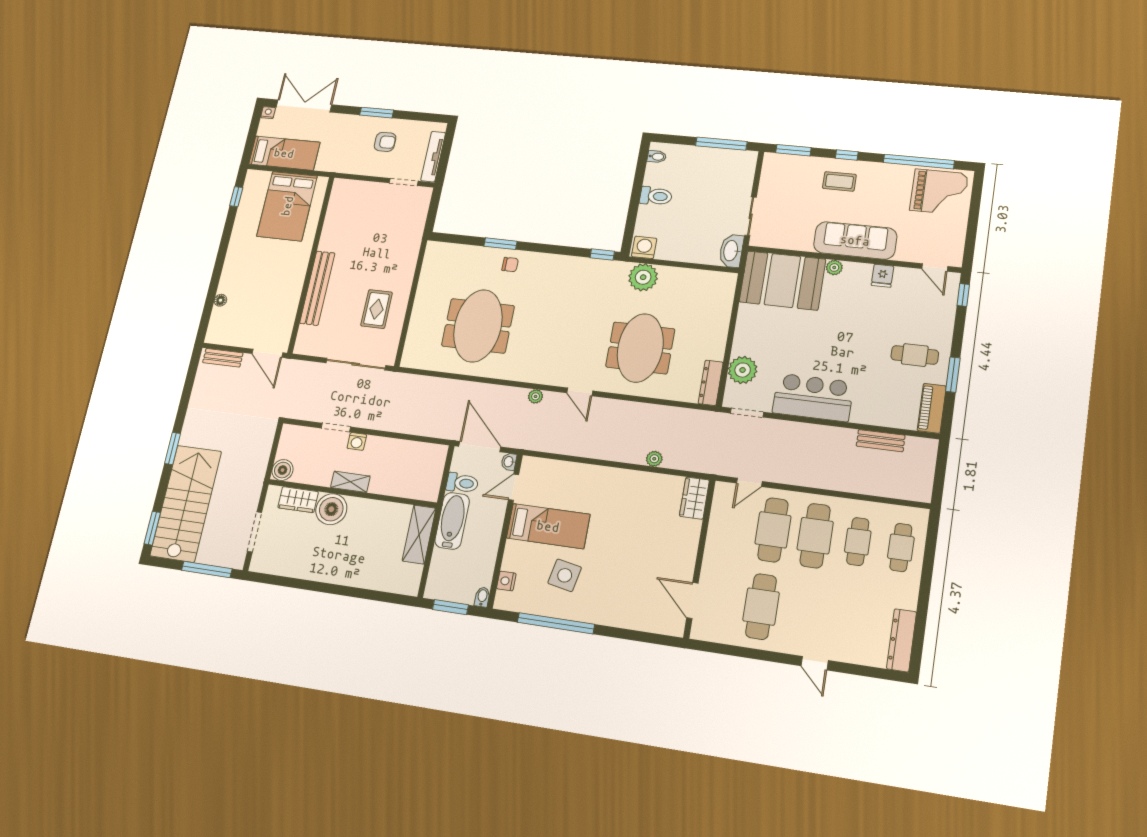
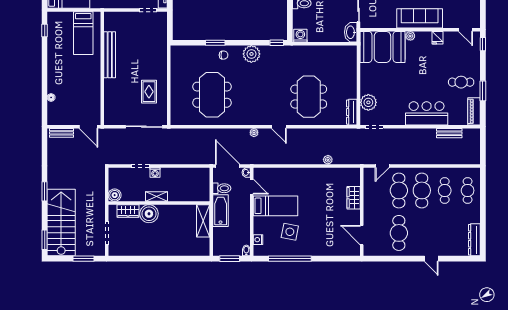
bed: (287, 206) -> (83, 33), width x0.67
plant: (643, 277) -> (251, 54), moved
bench: (317, 288) -> (110, 55), moved
bar counter: (813, 397) -> (427, 113), moved
door: (514, 487) -> (252, 187), swing flipped
wardrobe: (694, 498) -> (354, 198), moved
window: (207, 570) -> (84, 259), width x0.69

